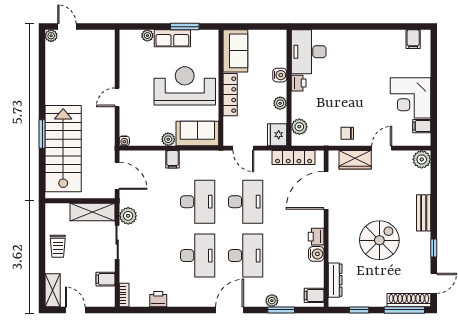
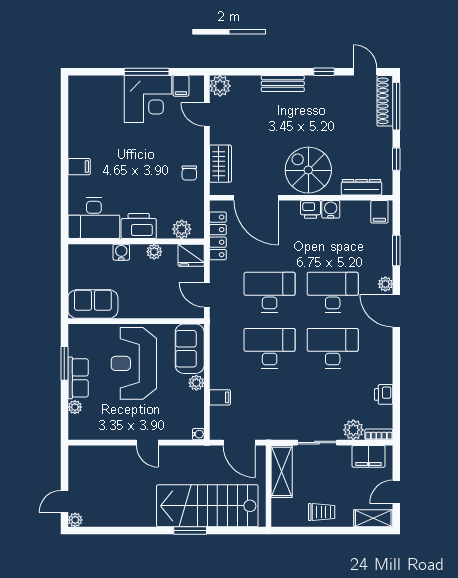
filing cabinet: (413, 39) -> (79, 167), moved
printer: (299, 83) -> (139, 226), width x1.87, depth x1.48
locker: (230, 95) -> (144, 310), removed
window: (434, 97) -> (147, 72), added
door: (243, 148) -> (207, 295), swing flipped
door: (382, 148) -> (207, 115), moved
filing cabinet: (172, 159) -> (220, 397), moved
door: (117, 176) -> (239, 443), swing flipped
plant: (128, 216) -> (353, 430), moved
spiral stairs: (379, 240) -> (308, 170), moved
filing cabinet: (105, 279) -> (369, 456), width x2.00
plant: (272, 301) -> (385, 284), moved

